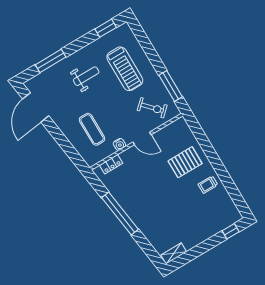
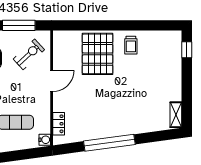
water cooler: (119, 144) -> (45, 140), moved
pallet: (185, 162) -> (98, 54), width x1.37, depth x1.41

